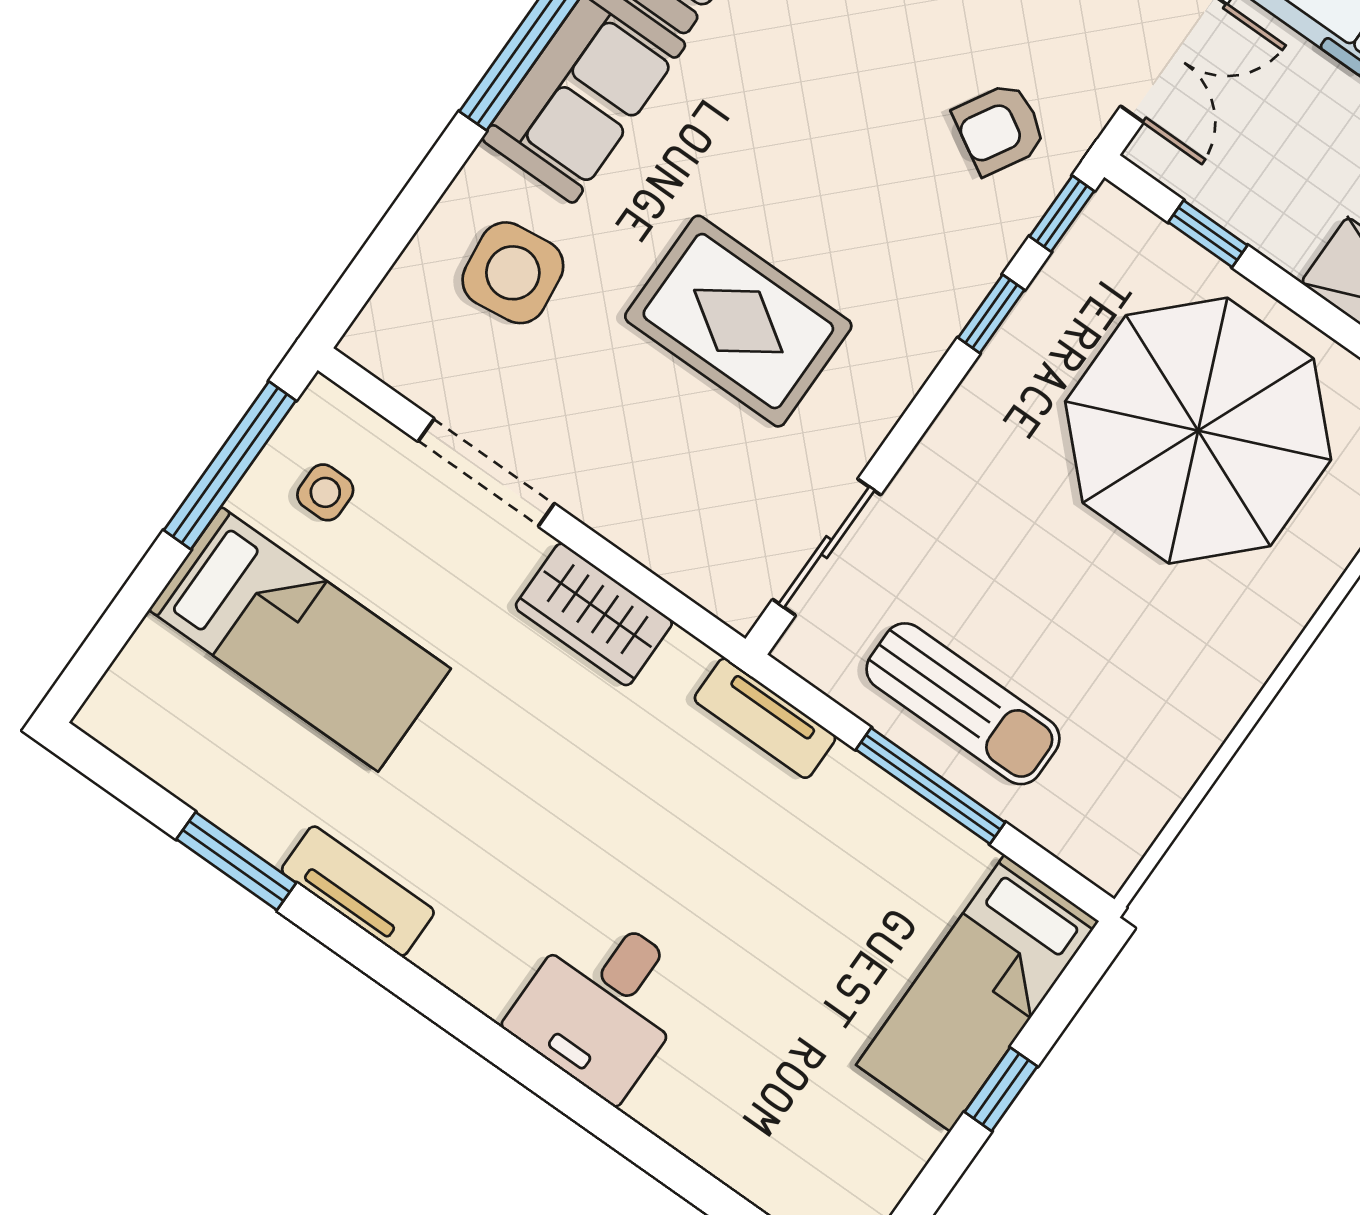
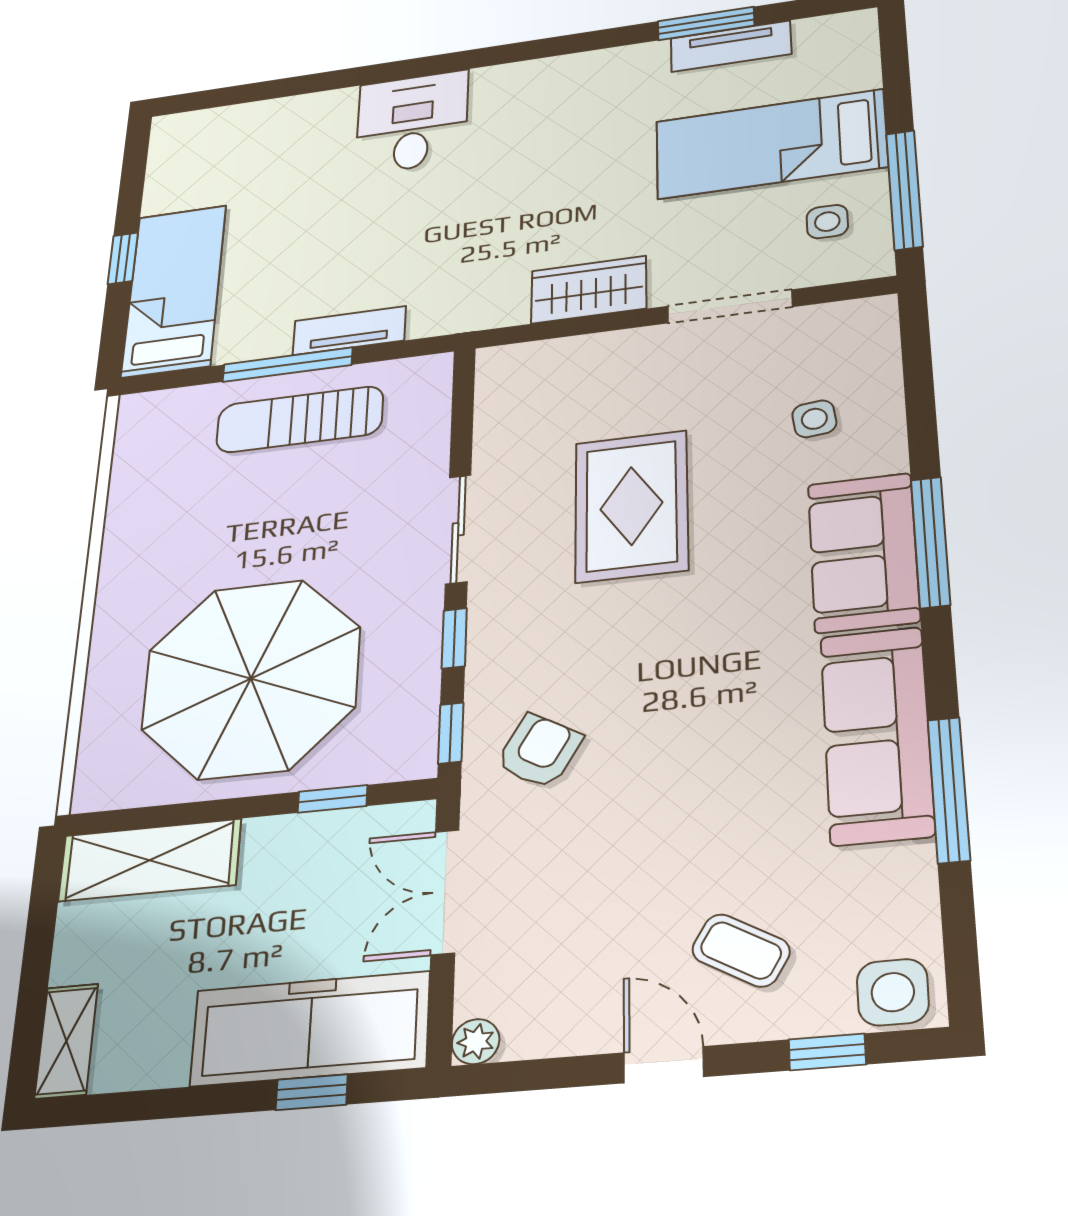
side table: (513, 273) -> (814, 419), width x0.54, depth x0.54
rug: (738, 321) -> (631, 506), turned 90
sliding door: (827, 547) -> (458, 529), moved
tv unit: (765, 718) -> (349, 331), moved
tv unit: (358, 891) -> (731, 46), moved

